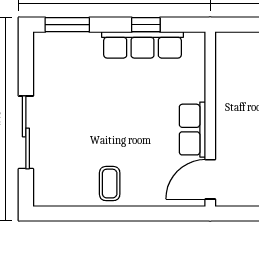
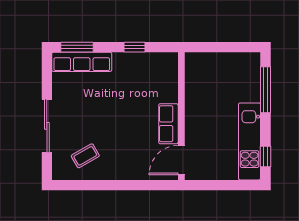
row of seats: (143, 45) -> (82, 62), moved
coffee table: (110, 184) -> (85, 156), moved, turned 60

